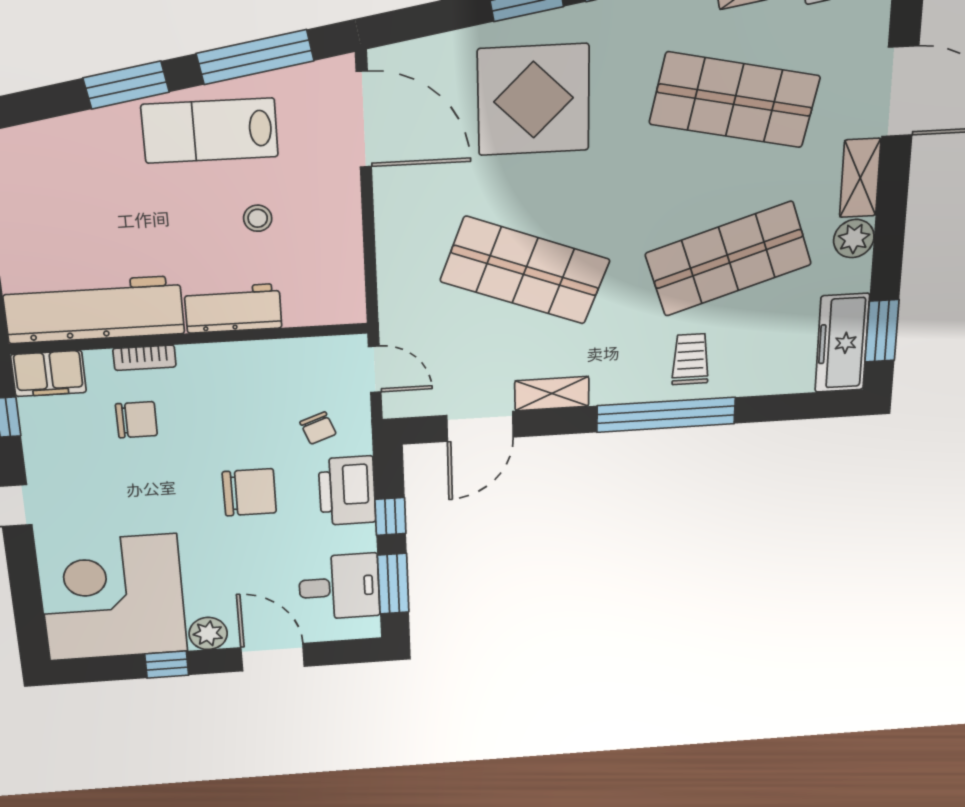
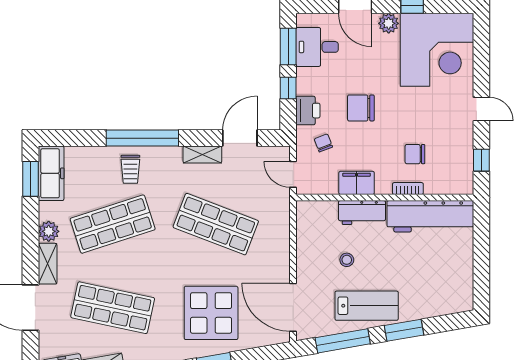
filing cabinet: (49, 374) -> (357, 183), moved
printer: (347, 491) -> (308, 111), width x0.73, depth x0.84

